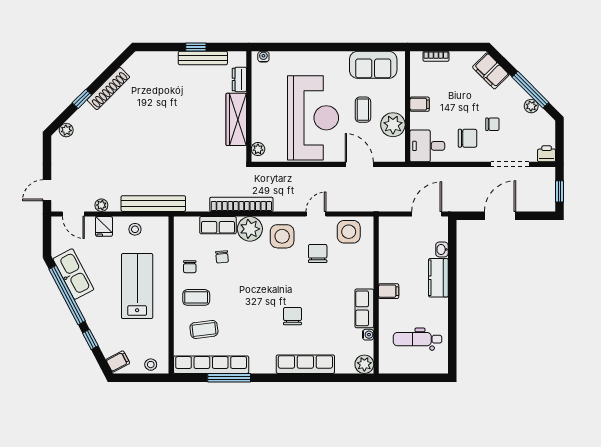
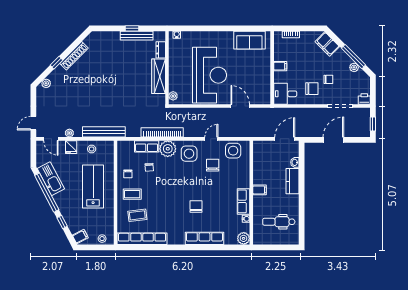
coffee table: (363, 110) -> (243, 70), removed
plant: (393, 125) -> (262, 80), removed
window: (229, 378) -> (154, 247), removed

